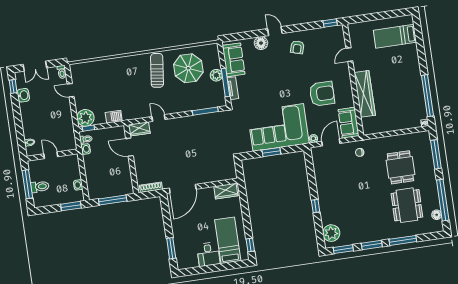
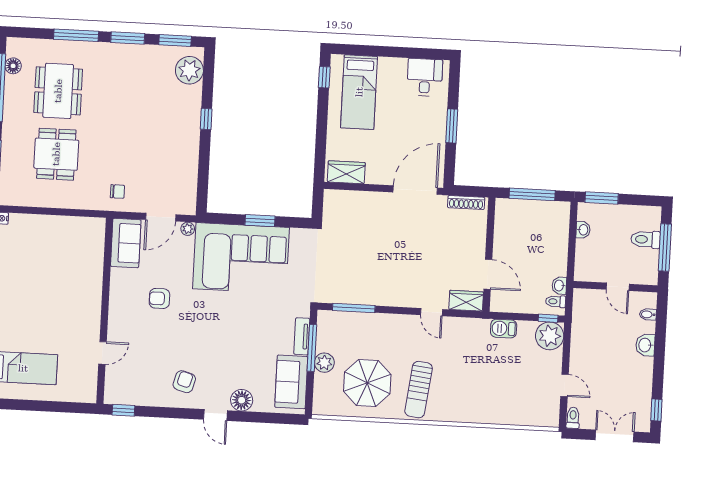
armchair: (322, 94) -> (159, 298), width x0.53, depth x0.53
wardrobe: (365, 94) -> (90, 285), removed
washbasin: (23, 95) -> (645, 345), moved
window: (171, 248) -> (452, 126), moved
desk: (208, 254) -> (425, 77), moved

